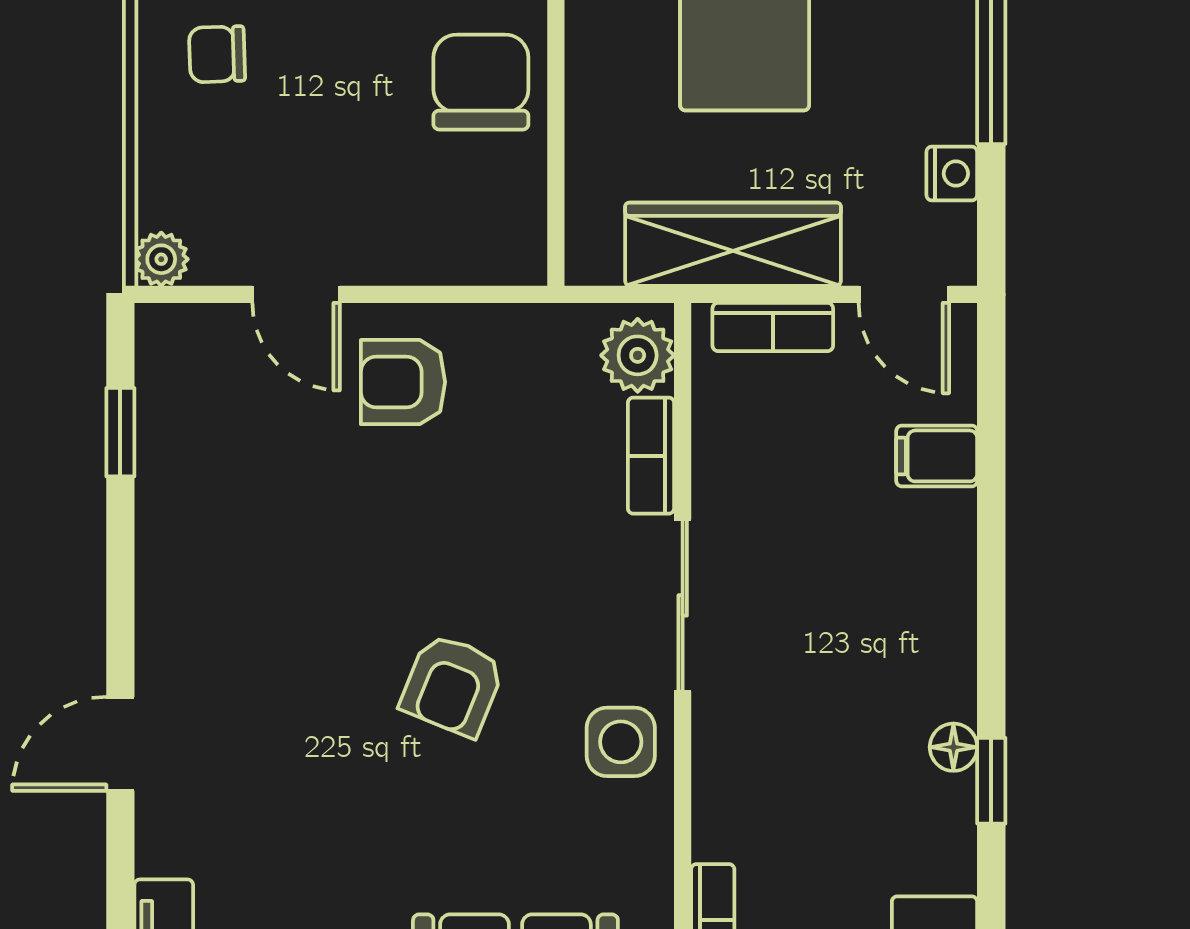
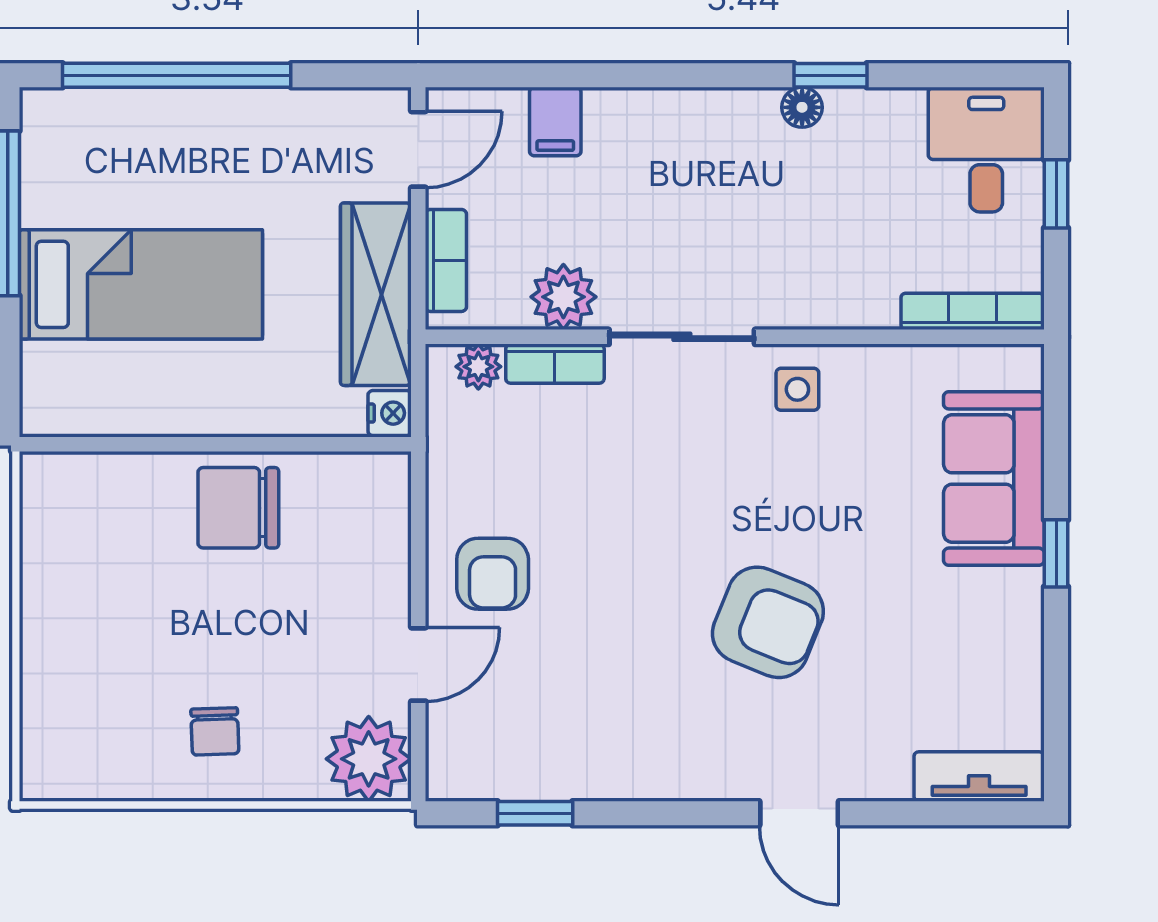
nightstand: (952, 174) -> (390, 413), moved, turned 90
plant: (161, 259) -> (369, 759), width x1.87, depth x1.87
plant: (638, 355) -> (478, 367), width x0.73, depth x0.73
plant: (730, 466) -> (563, 297), added
armchair: (452, 685) -> (768, 622), moved, width x1.38, depth x1.38
side table: (621, 742) -> (797, 389), width x0.73, depth x0.73

